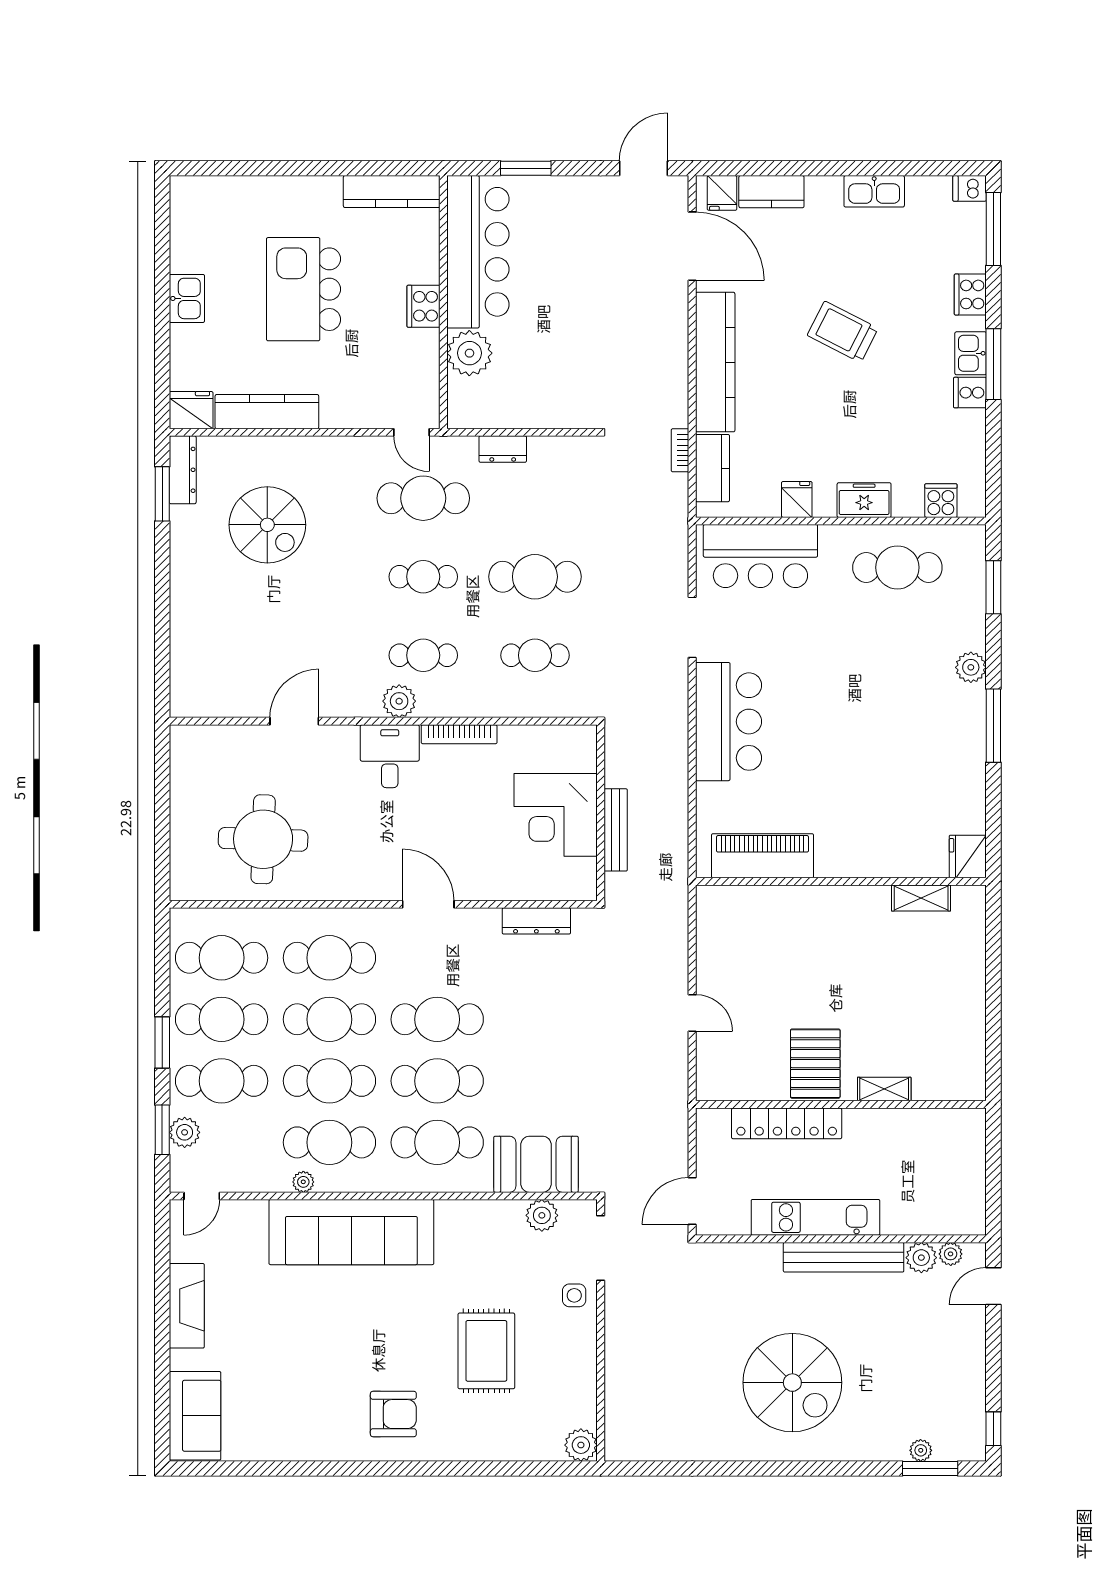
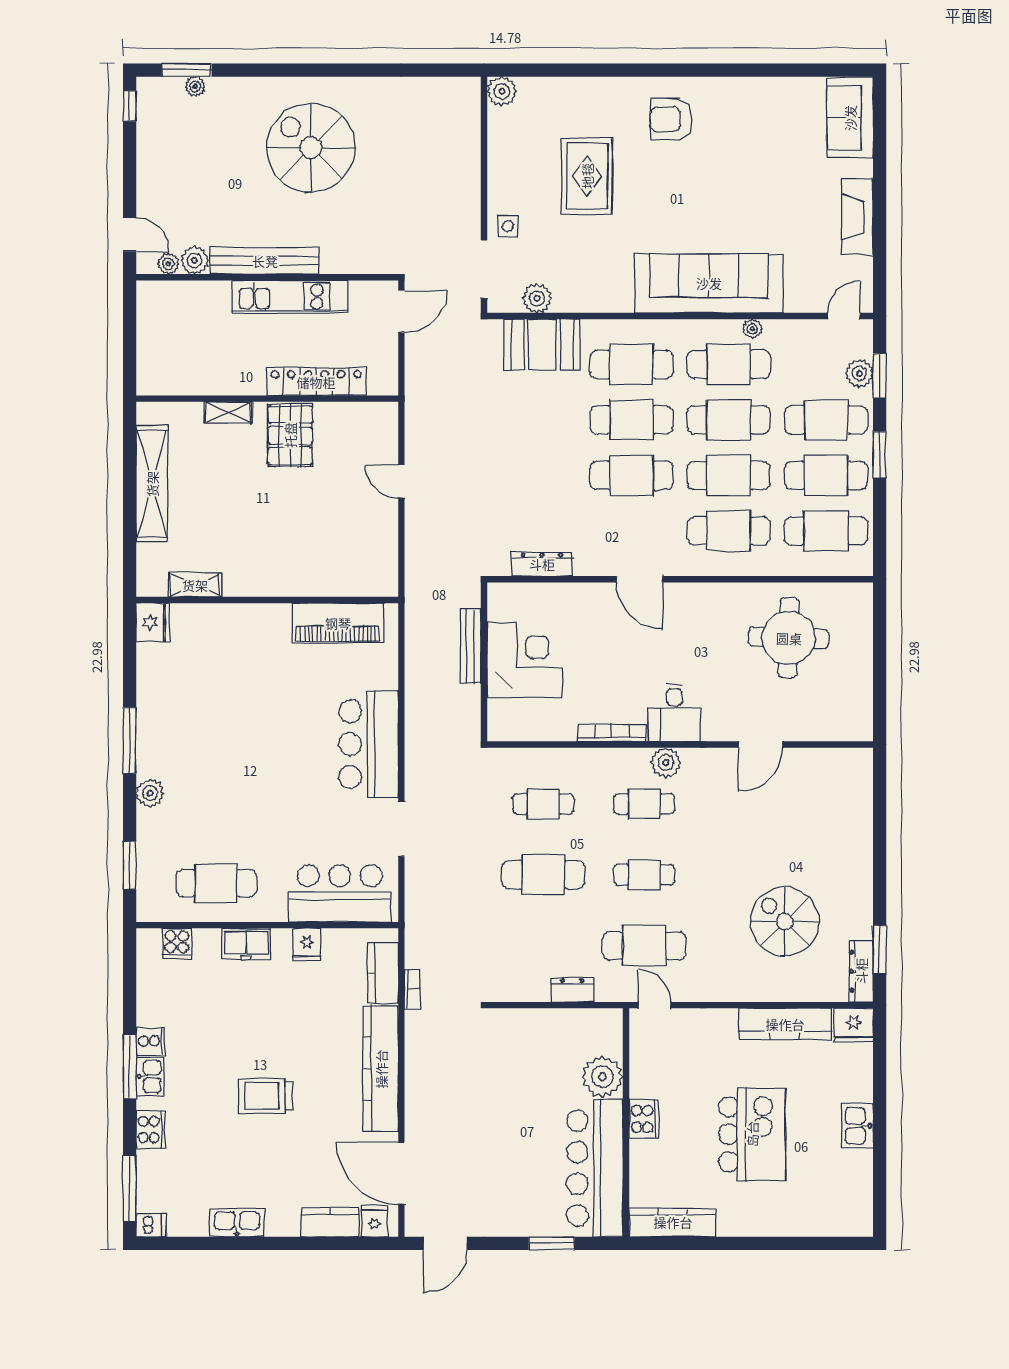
trolley: (843, 332) -> (266, 1096), turned 153
shelving: (969, 1010) -> (152, 484), added
door: (993, 1286) -> (130, 235), hinge flipped

